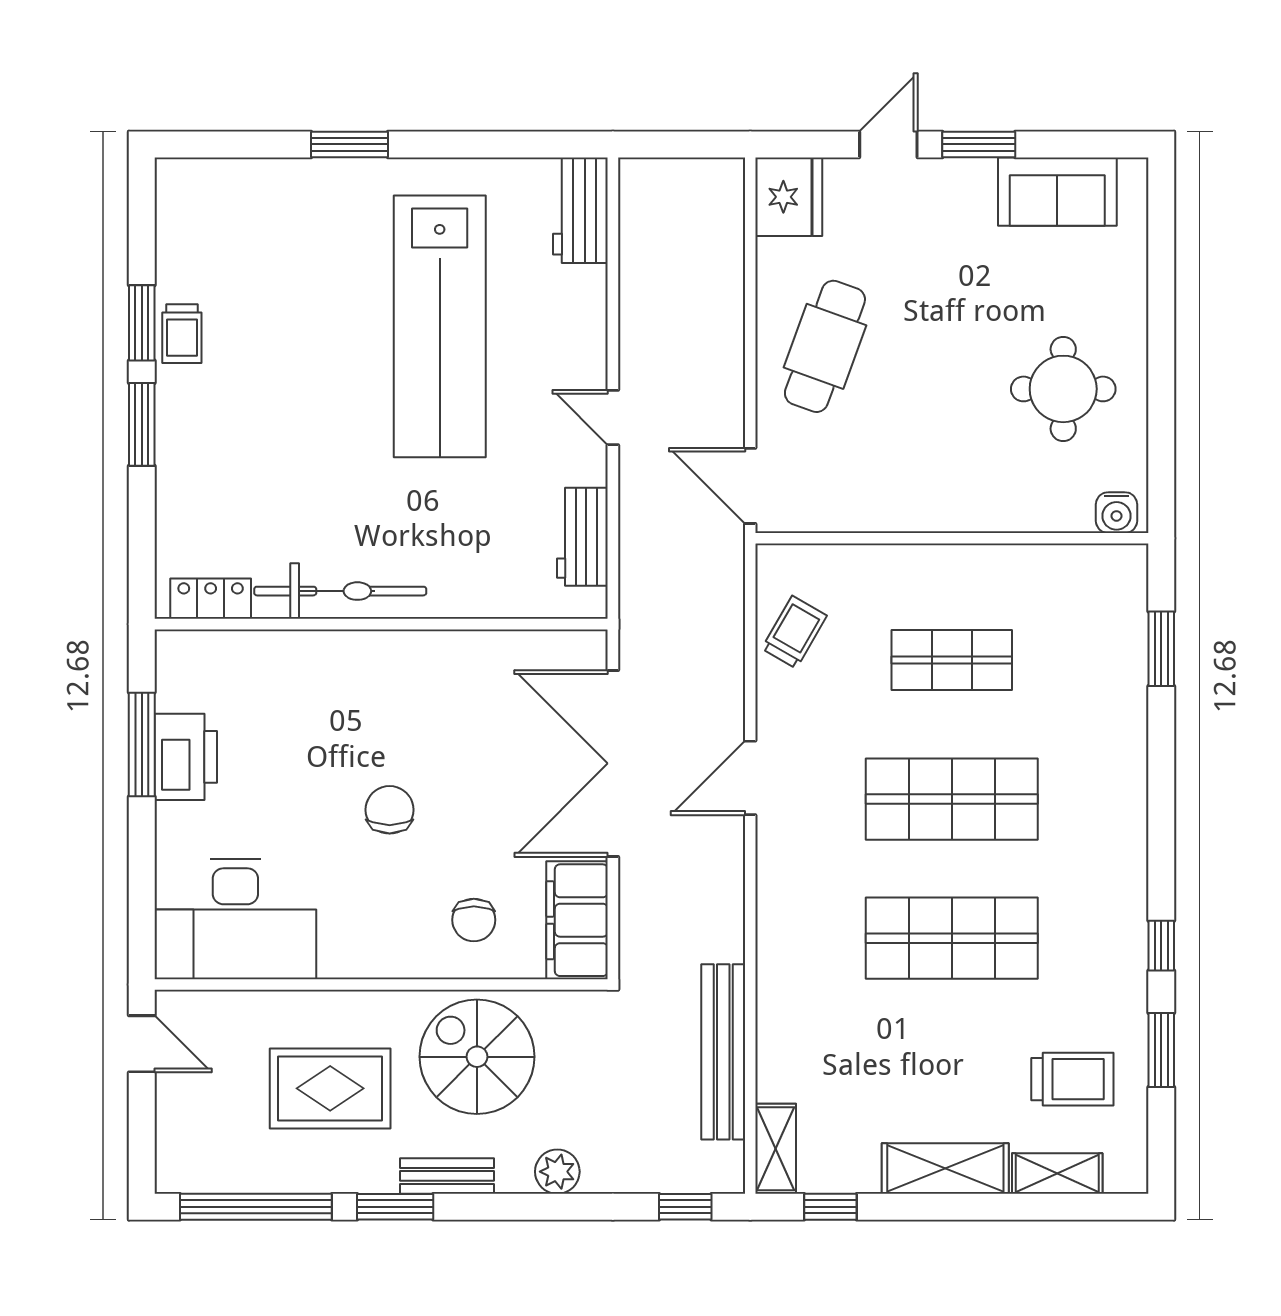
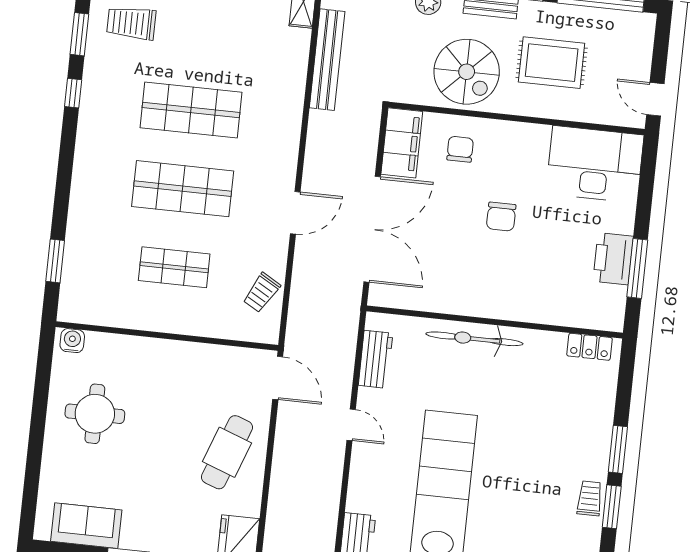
bicycle: (340, 591) -> (474, 339), moved

